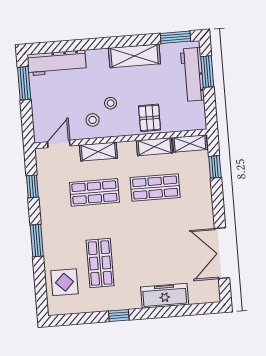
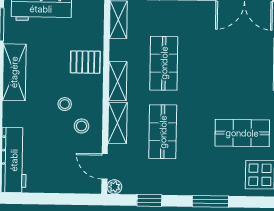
window: (24, 83) -> (33, 199), removed
shelving: (154, 147) -> (118, 81), moved
plant: (41, 154) -> (114, 187), added

